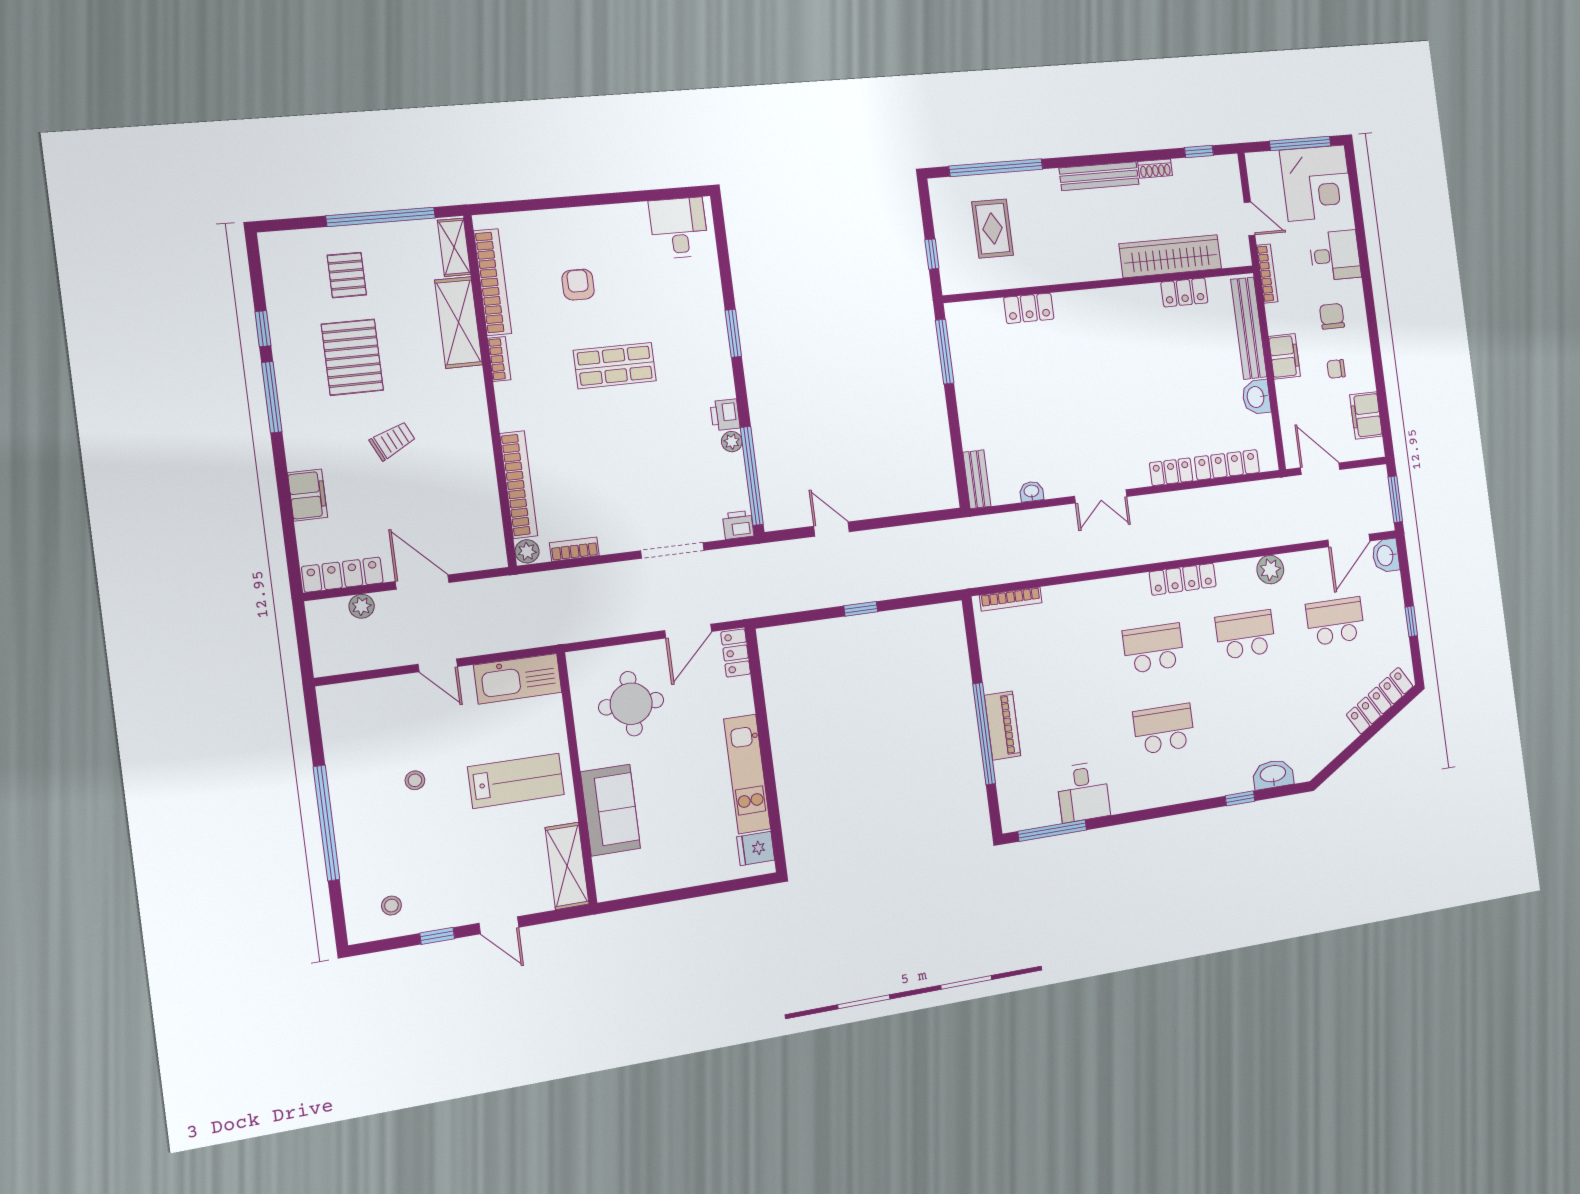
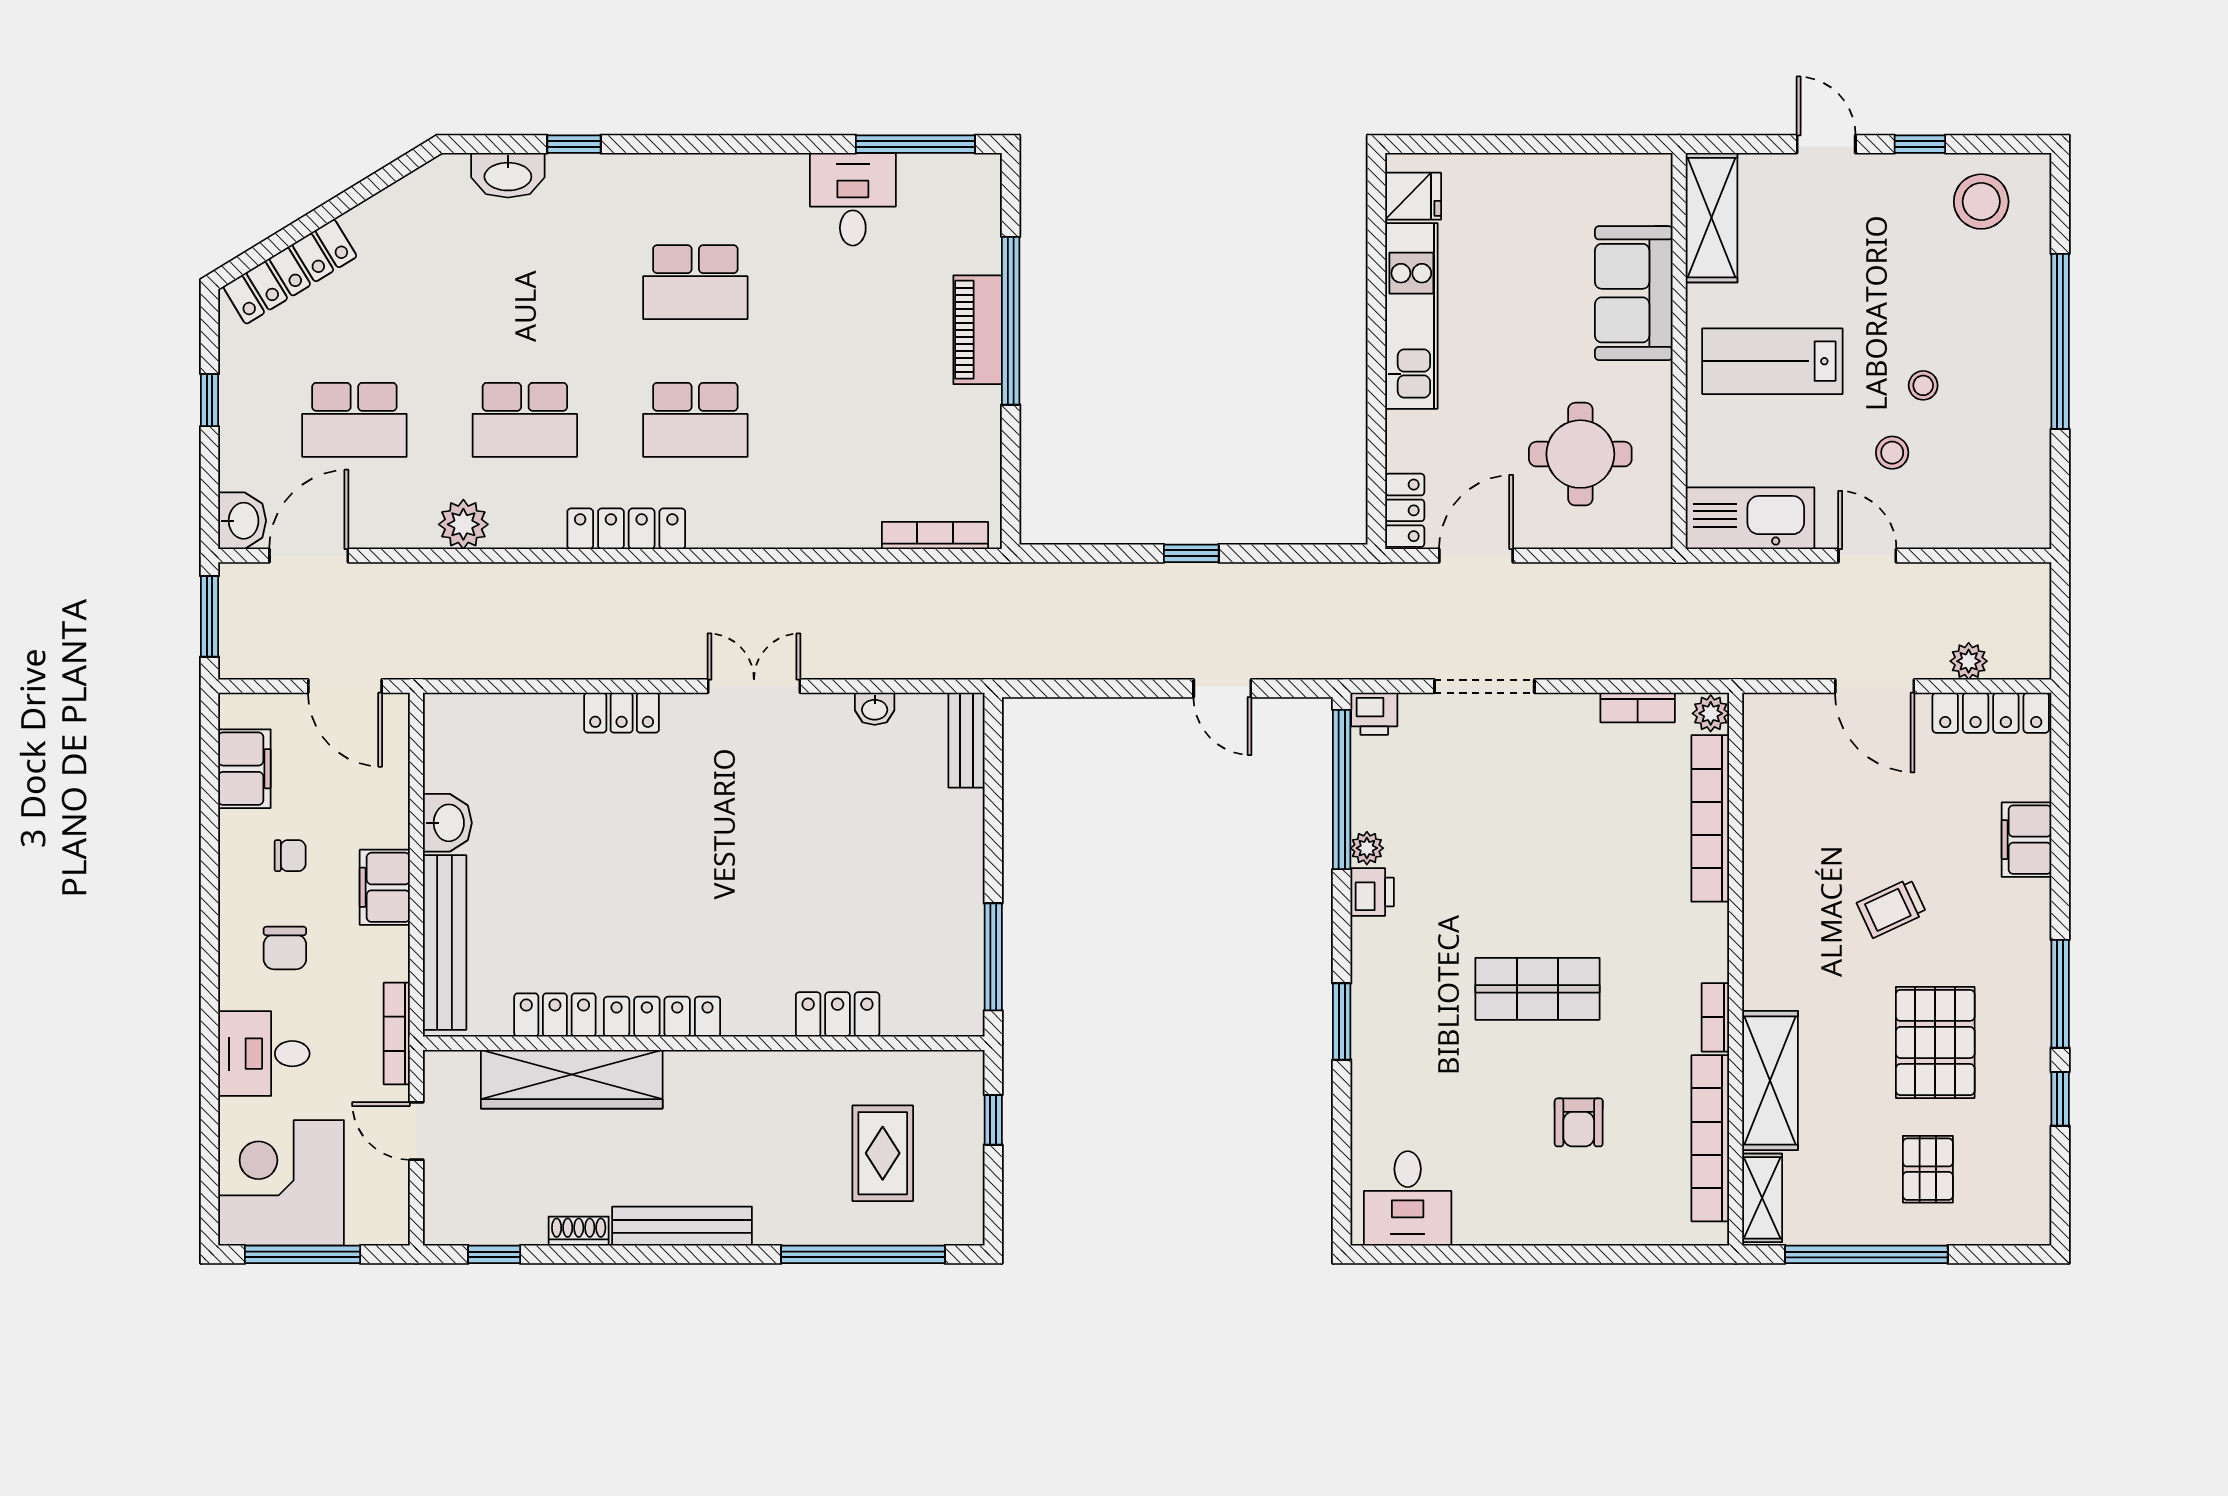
locker: (1227, 465) -> (662, 1017), moved, turned 180
stool: (430, 734) -> (1892, 453), added
stool: (391, 906) -> (1981, 202), width x1.89, depth x1.89

